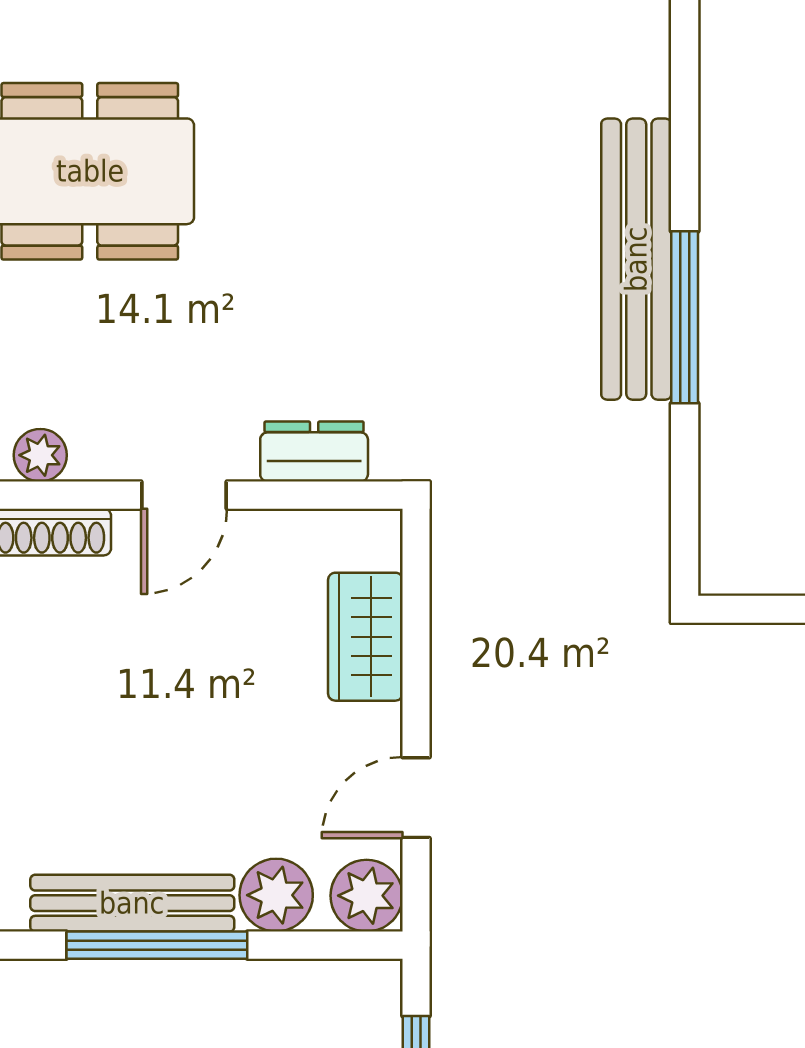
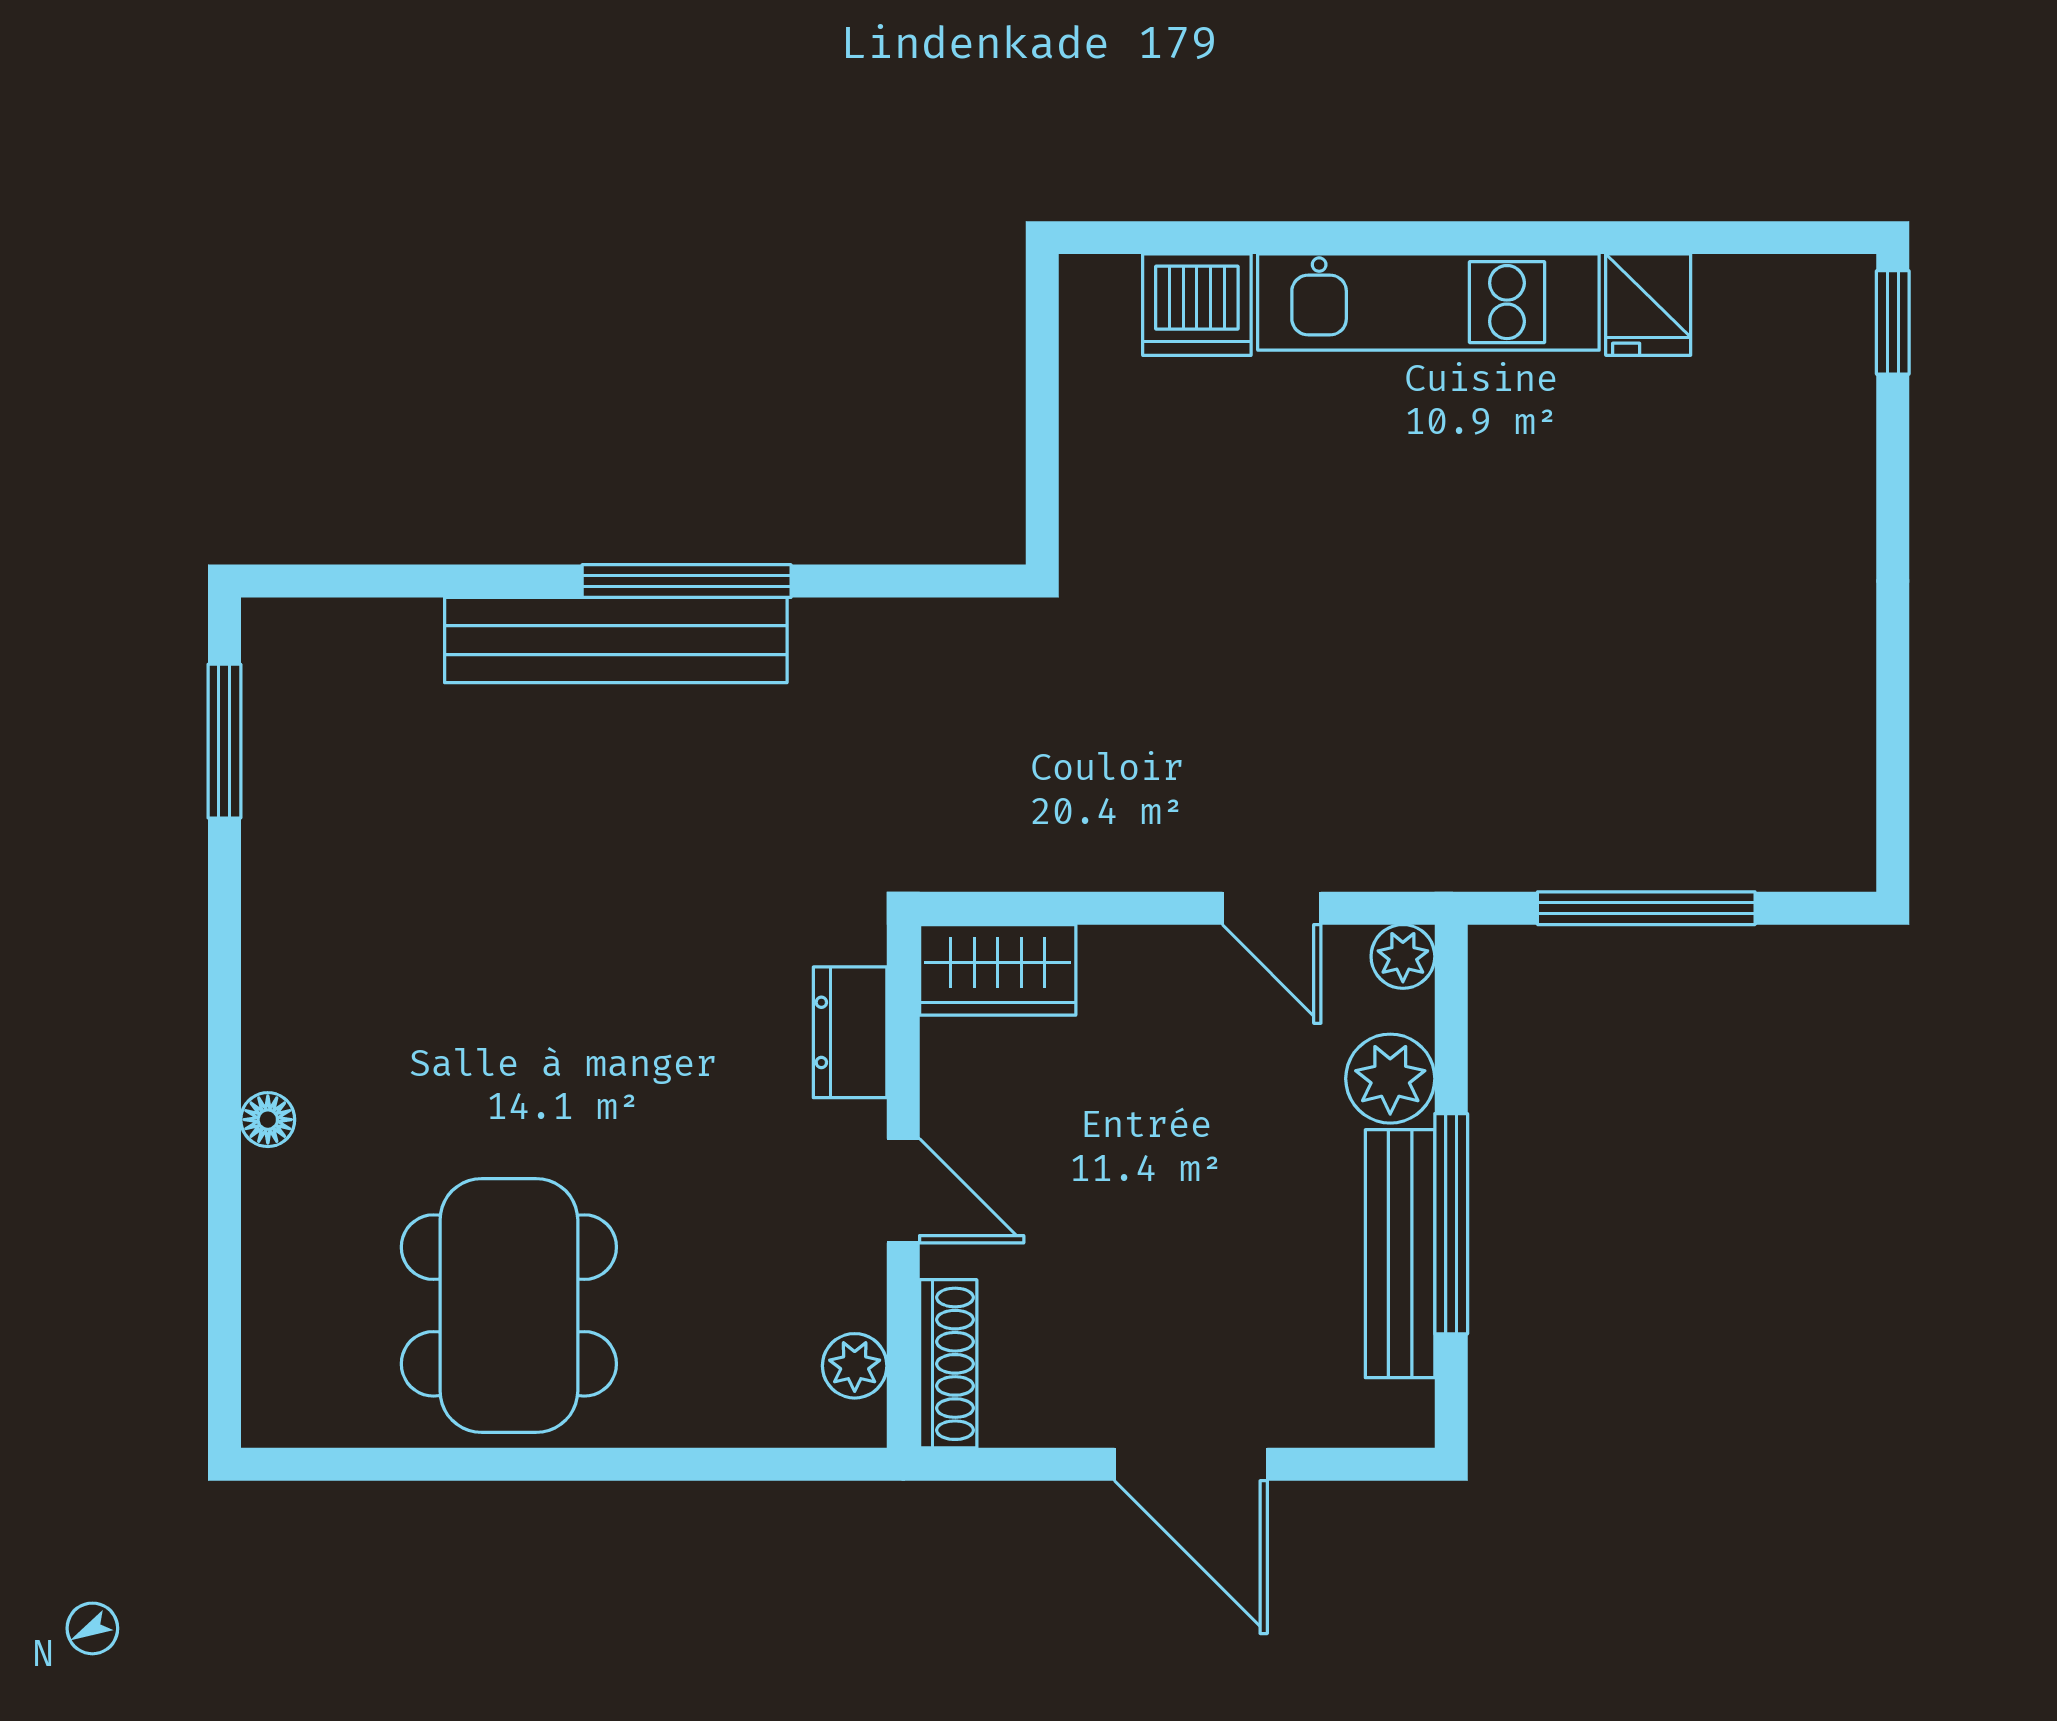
wardrobe: (365, 637) -> (998, 970), moved
plant: (367, 896) -> (1403, 956), width x0.73, depth x0.73

